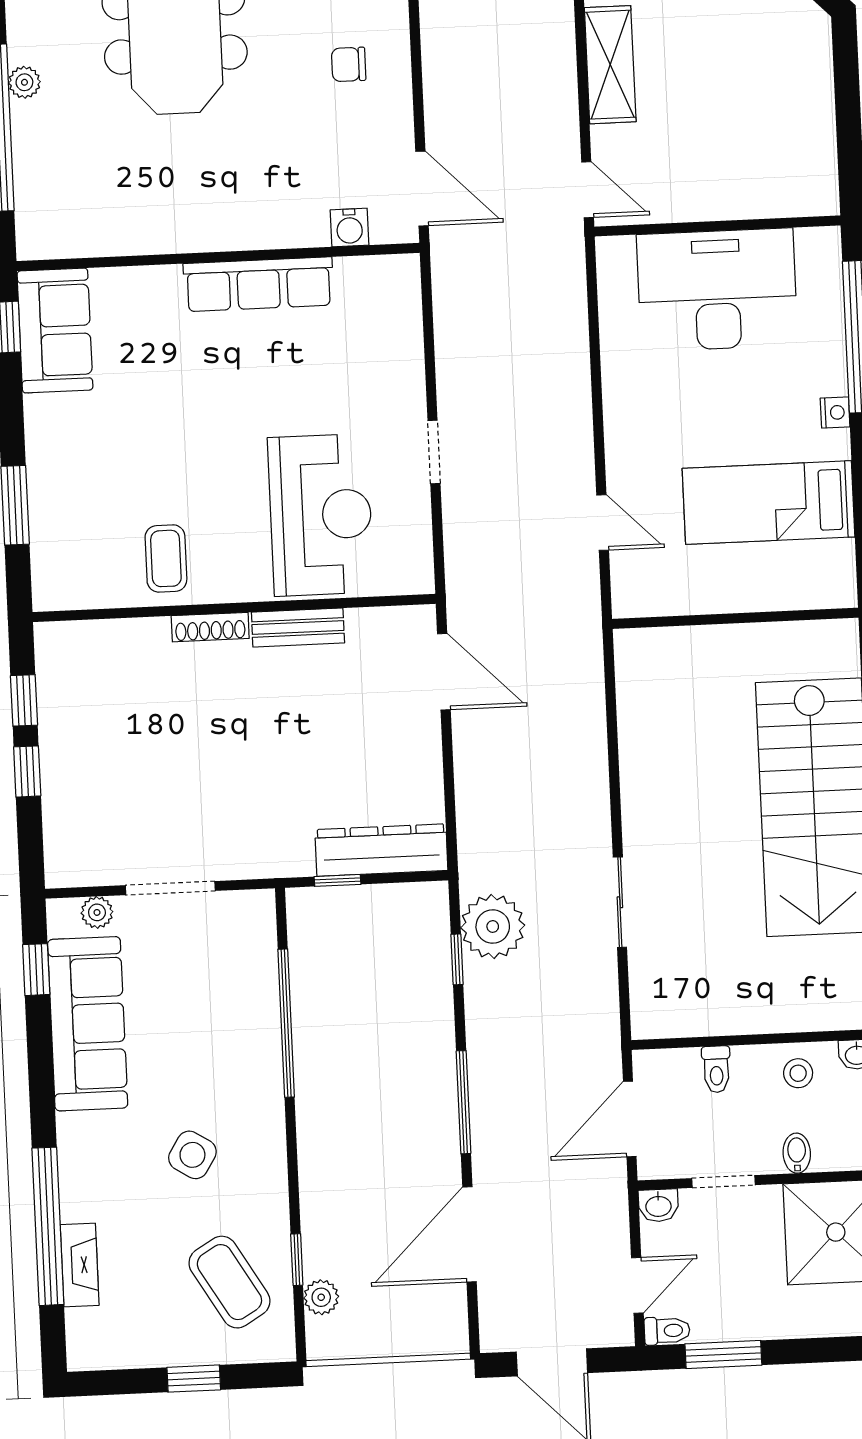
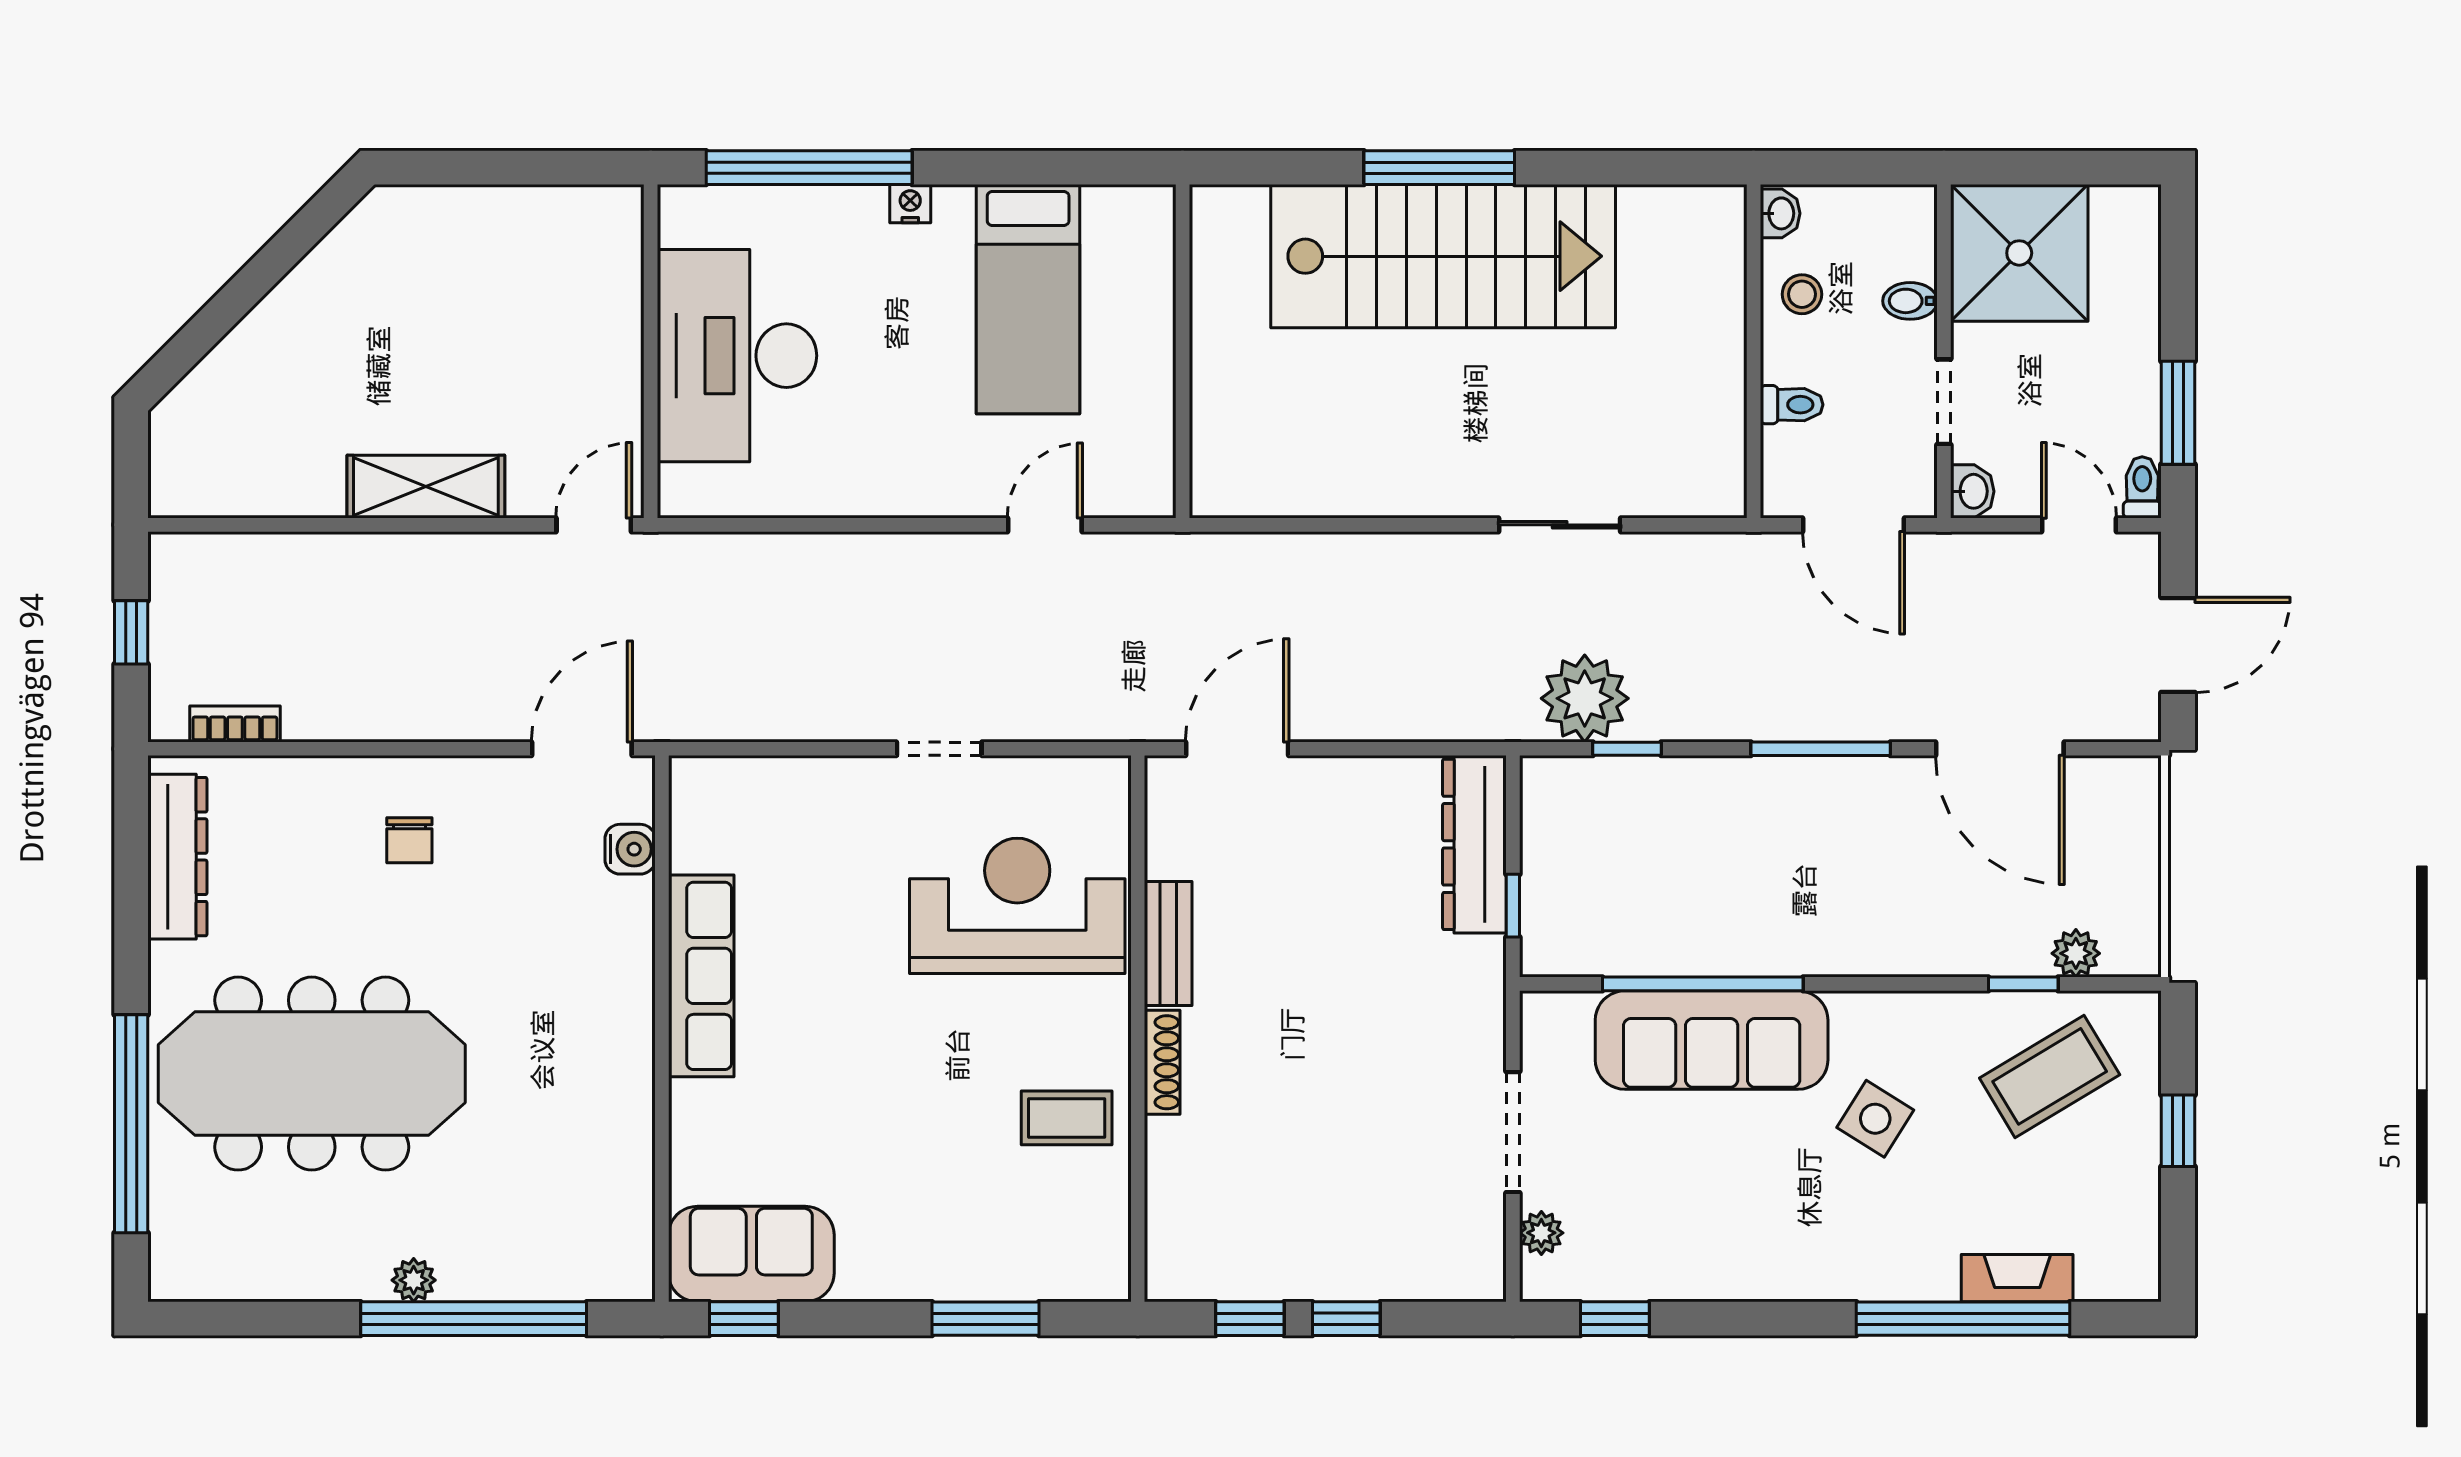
sofa: (88, 1024) -> (1712, 1040), moved, turned 180

